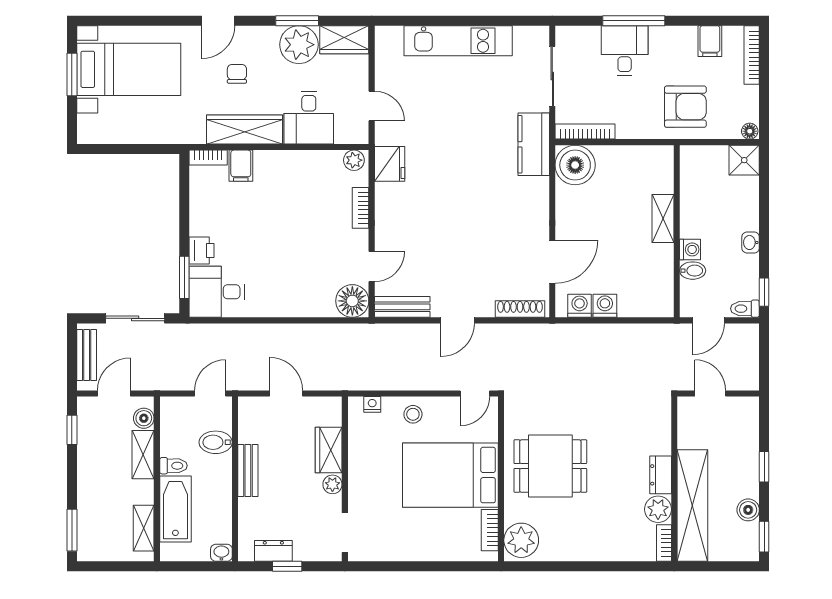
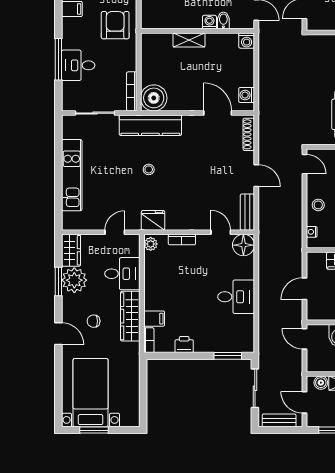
kitchen counter: (534, 144) -> (150, 125), width x1.50
stool: (467, 157) -> (149, 169), added
printer: (202, 251) -> (184, 344), moved
desk: (217, 292) -> (236, 297), moved, turned -90
washing machine: (605, 306) -> (247, 41), moved, turned -90

